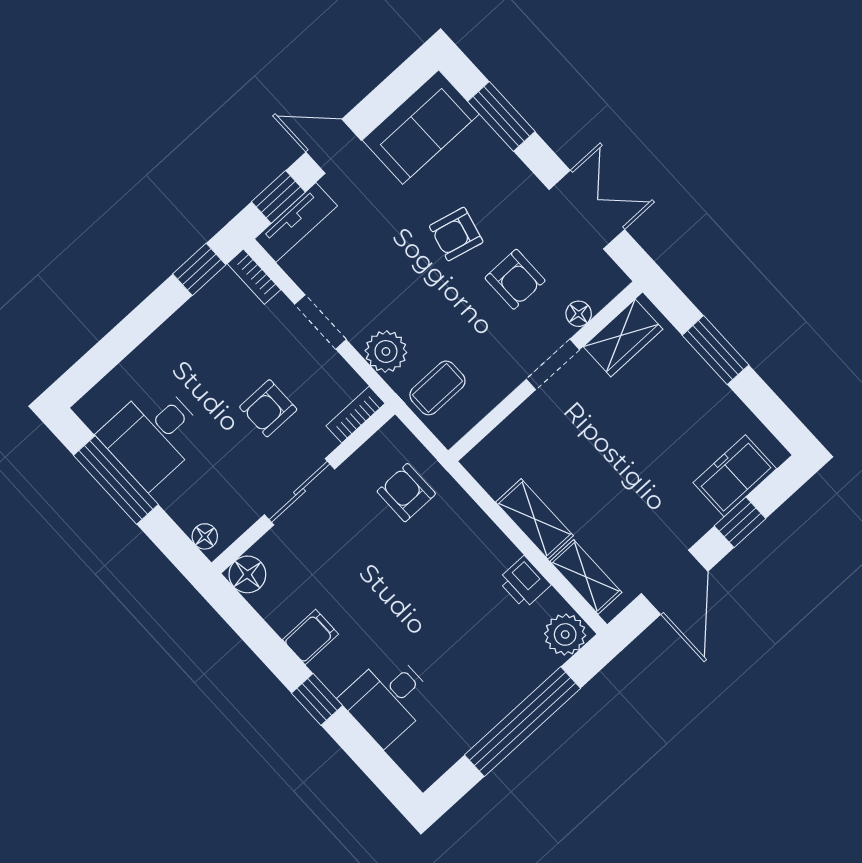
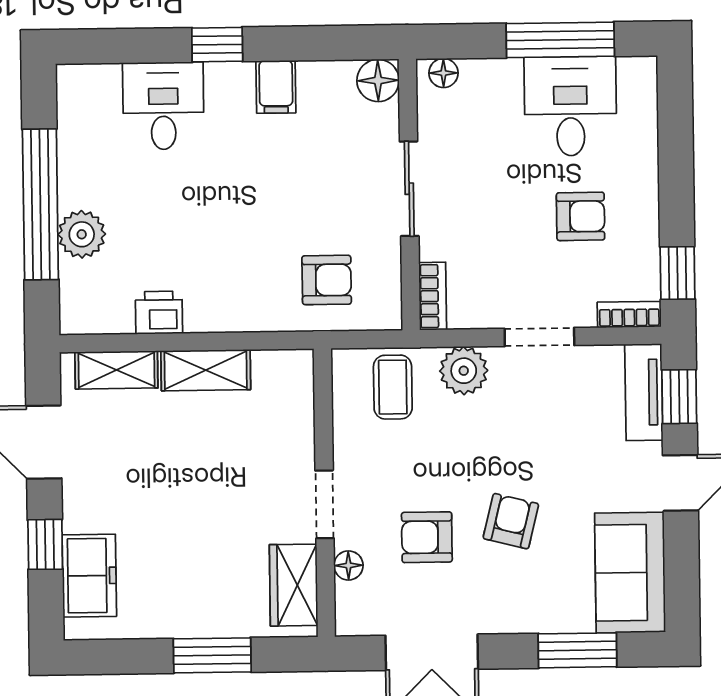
armchair: (268, 408) -> (581, 216), moved, turned 90
plant: (565, 634) -> (82, 234), moved

